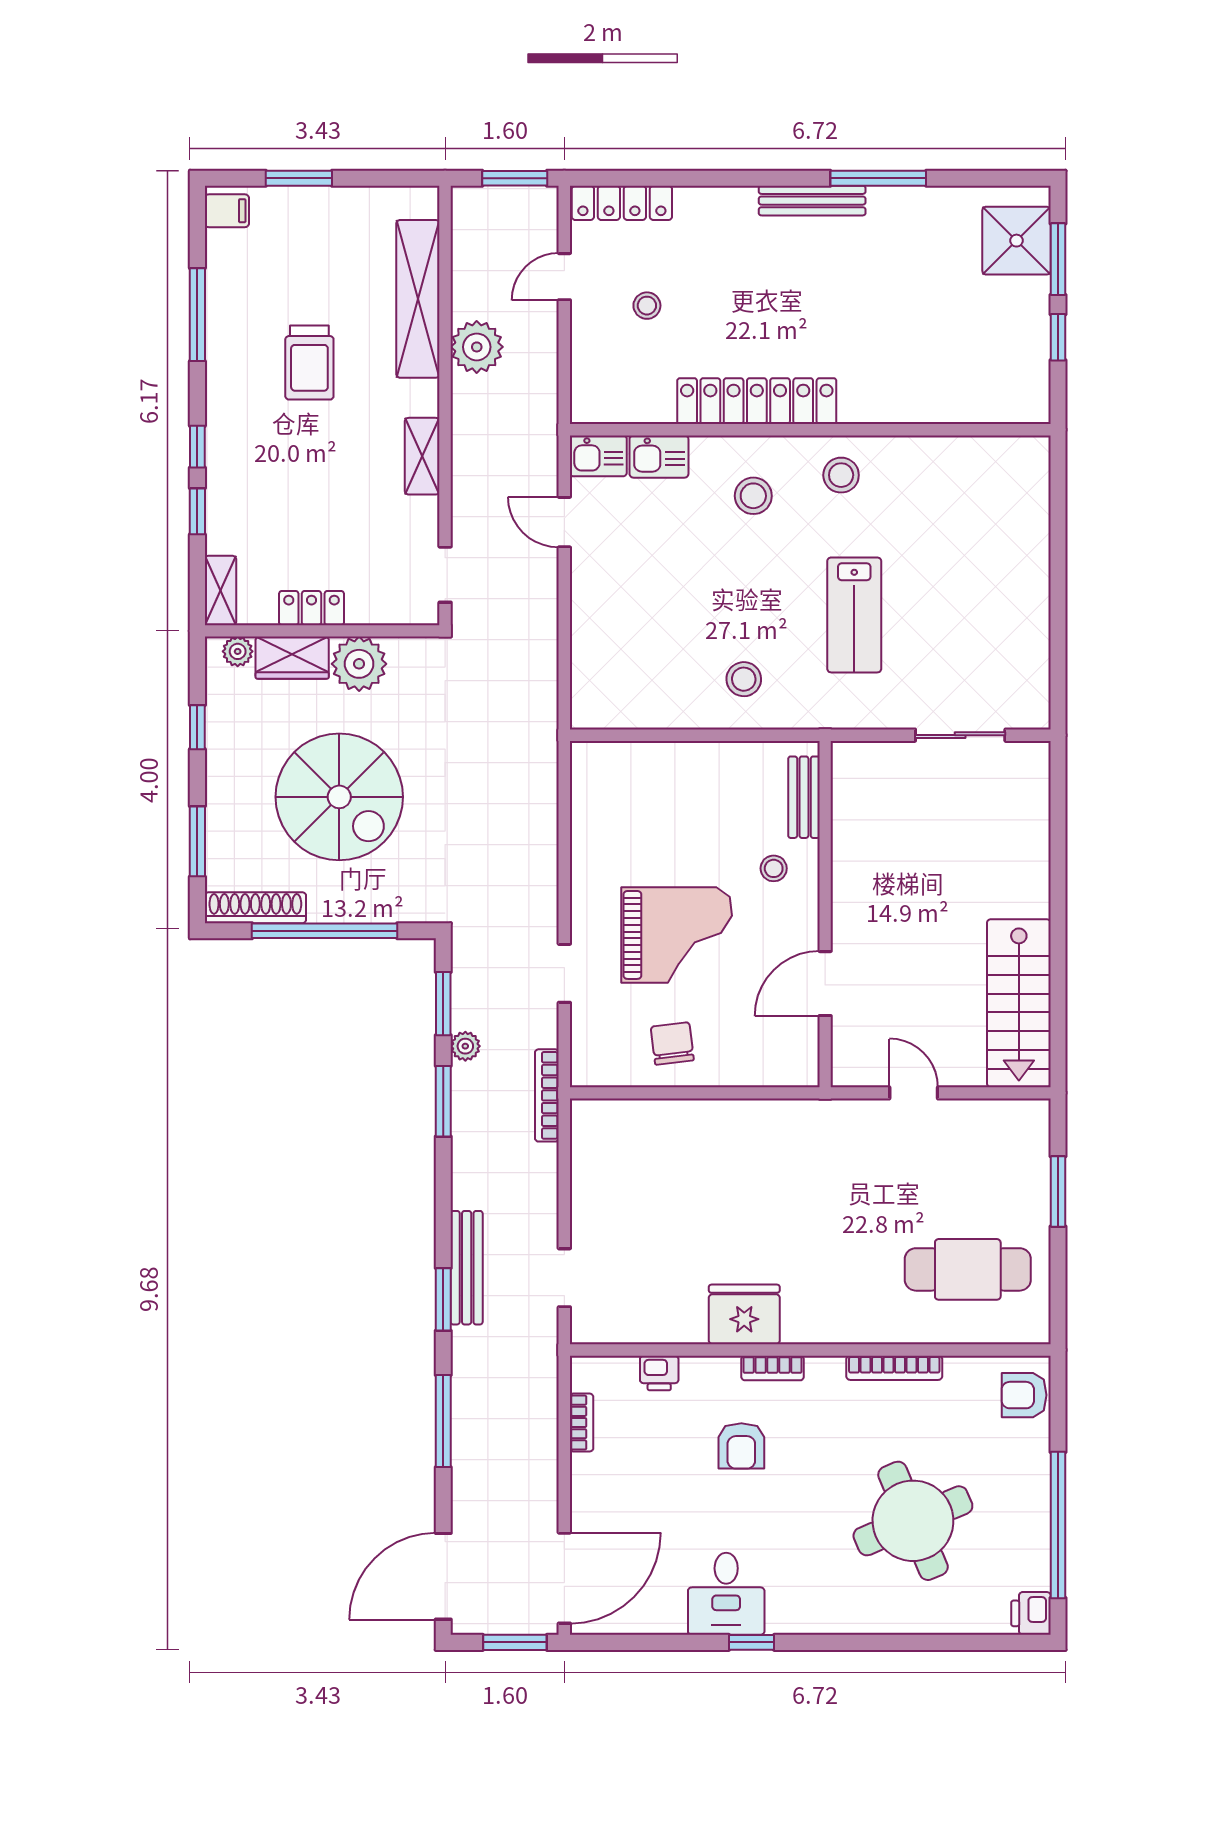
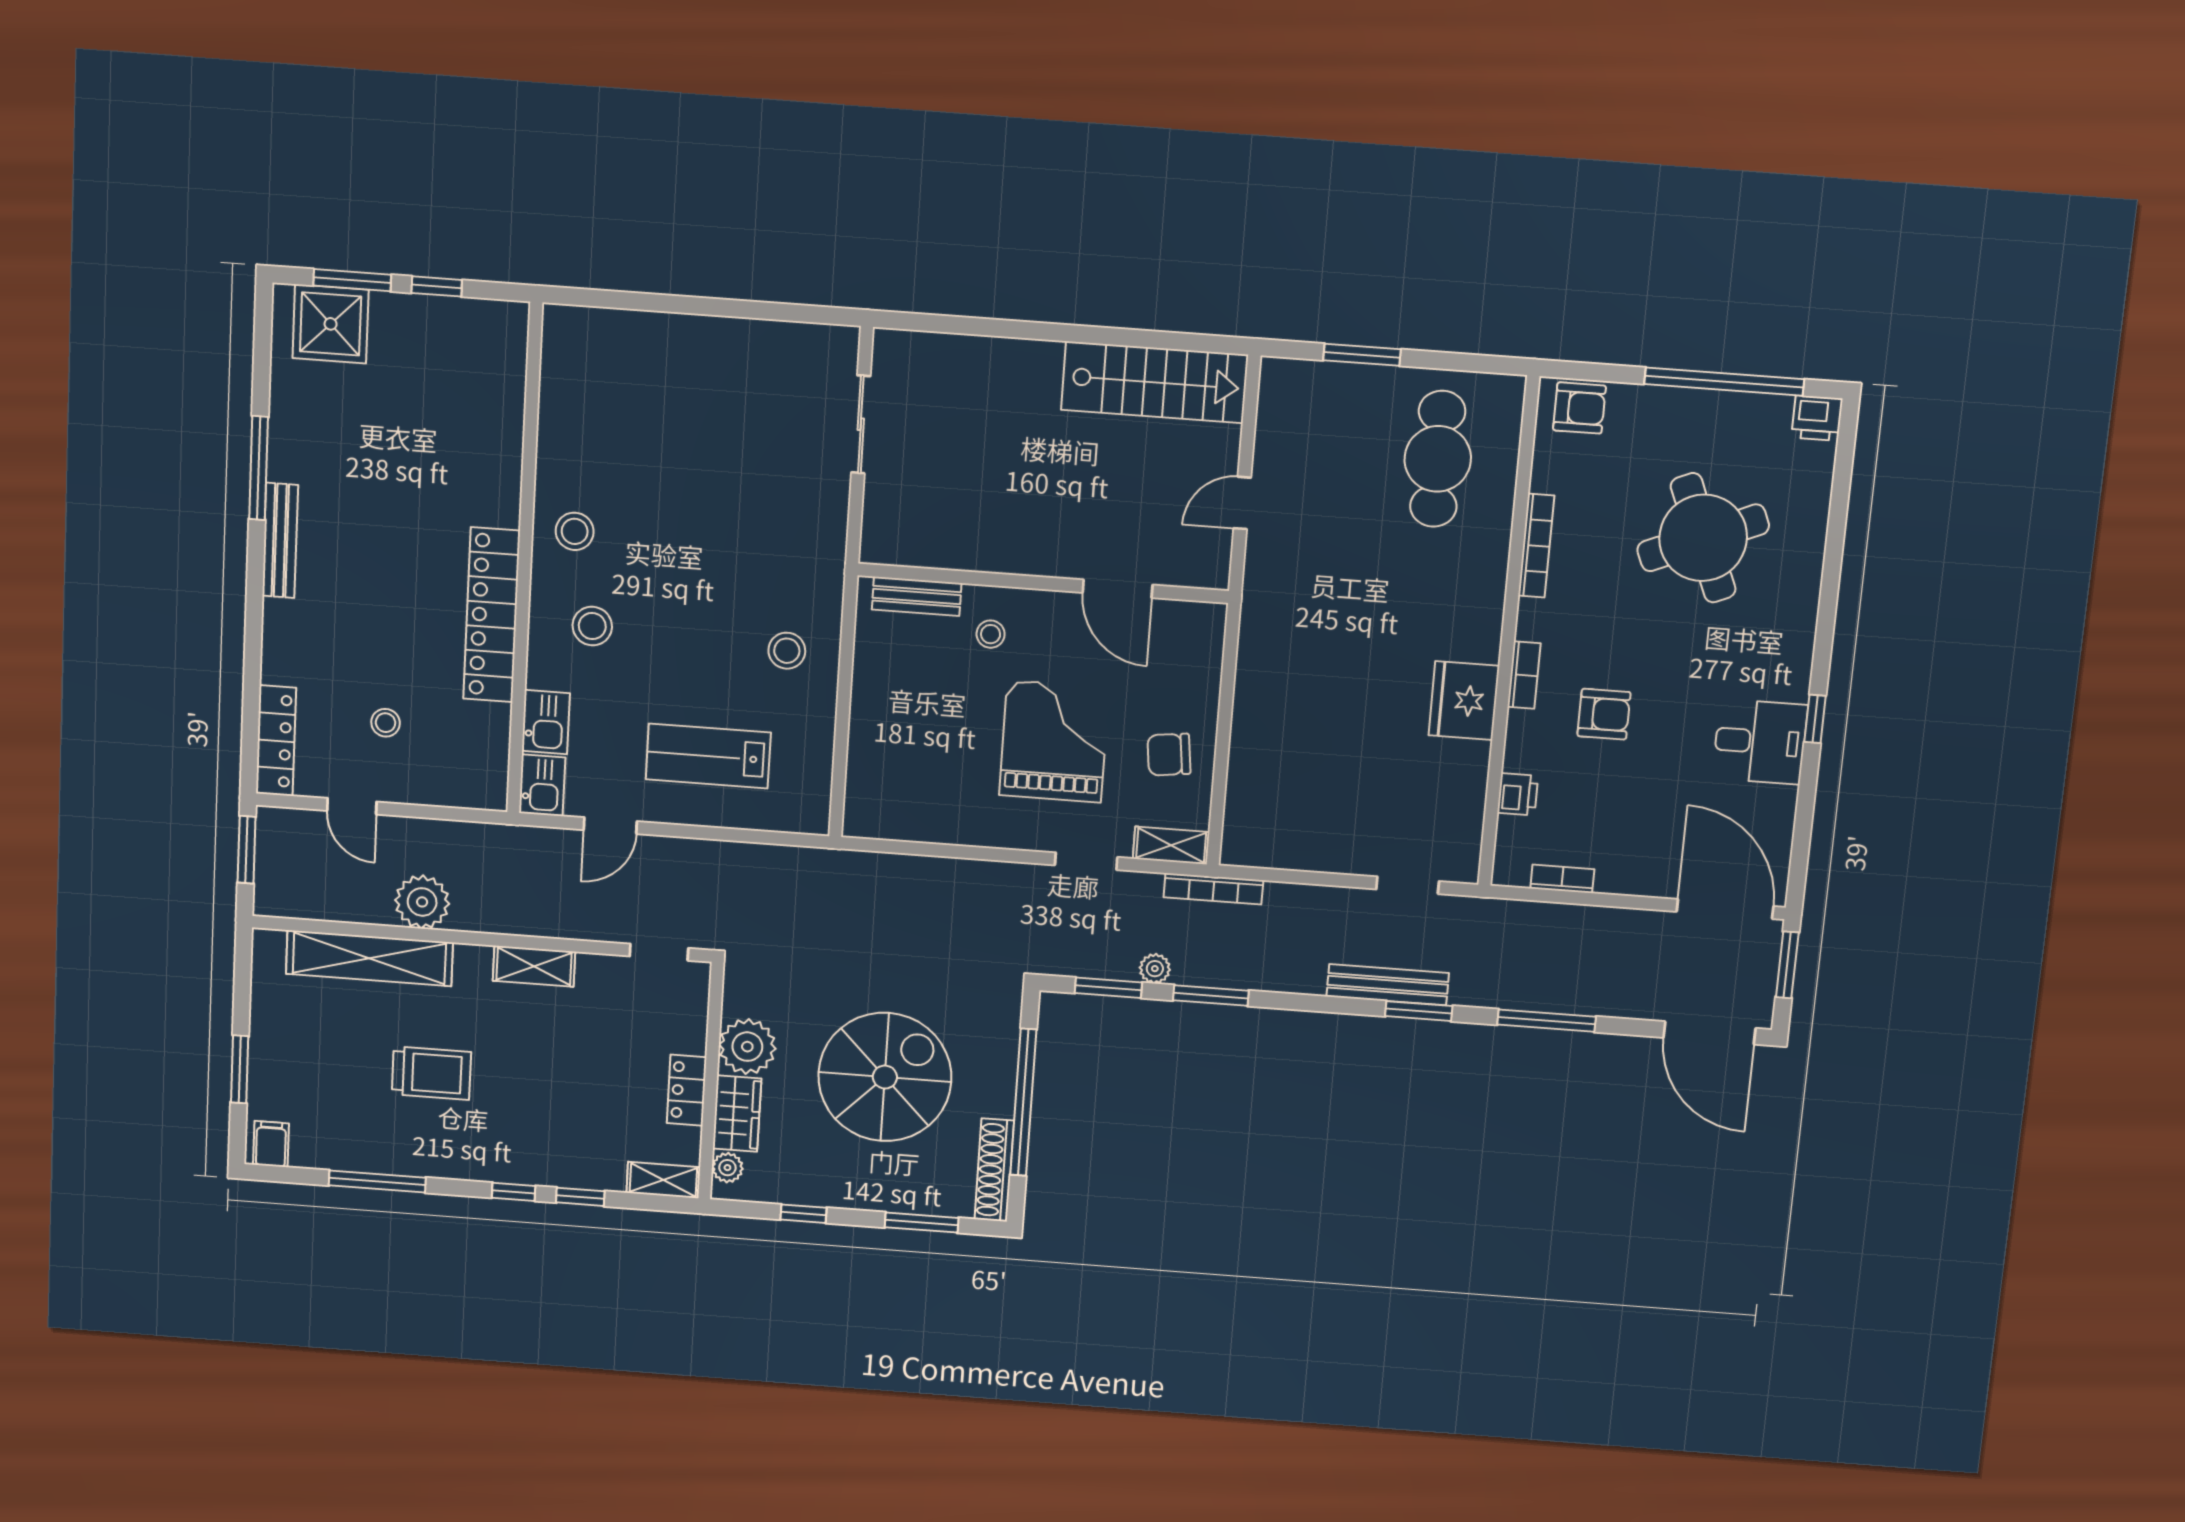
lab bench: (854, 615) -> (708, 756), moved, turned 180
shelving: (586, 1052) -> (1171, 845), added
armchair: (1024, 1395) -> (1579, 408), turned -90

